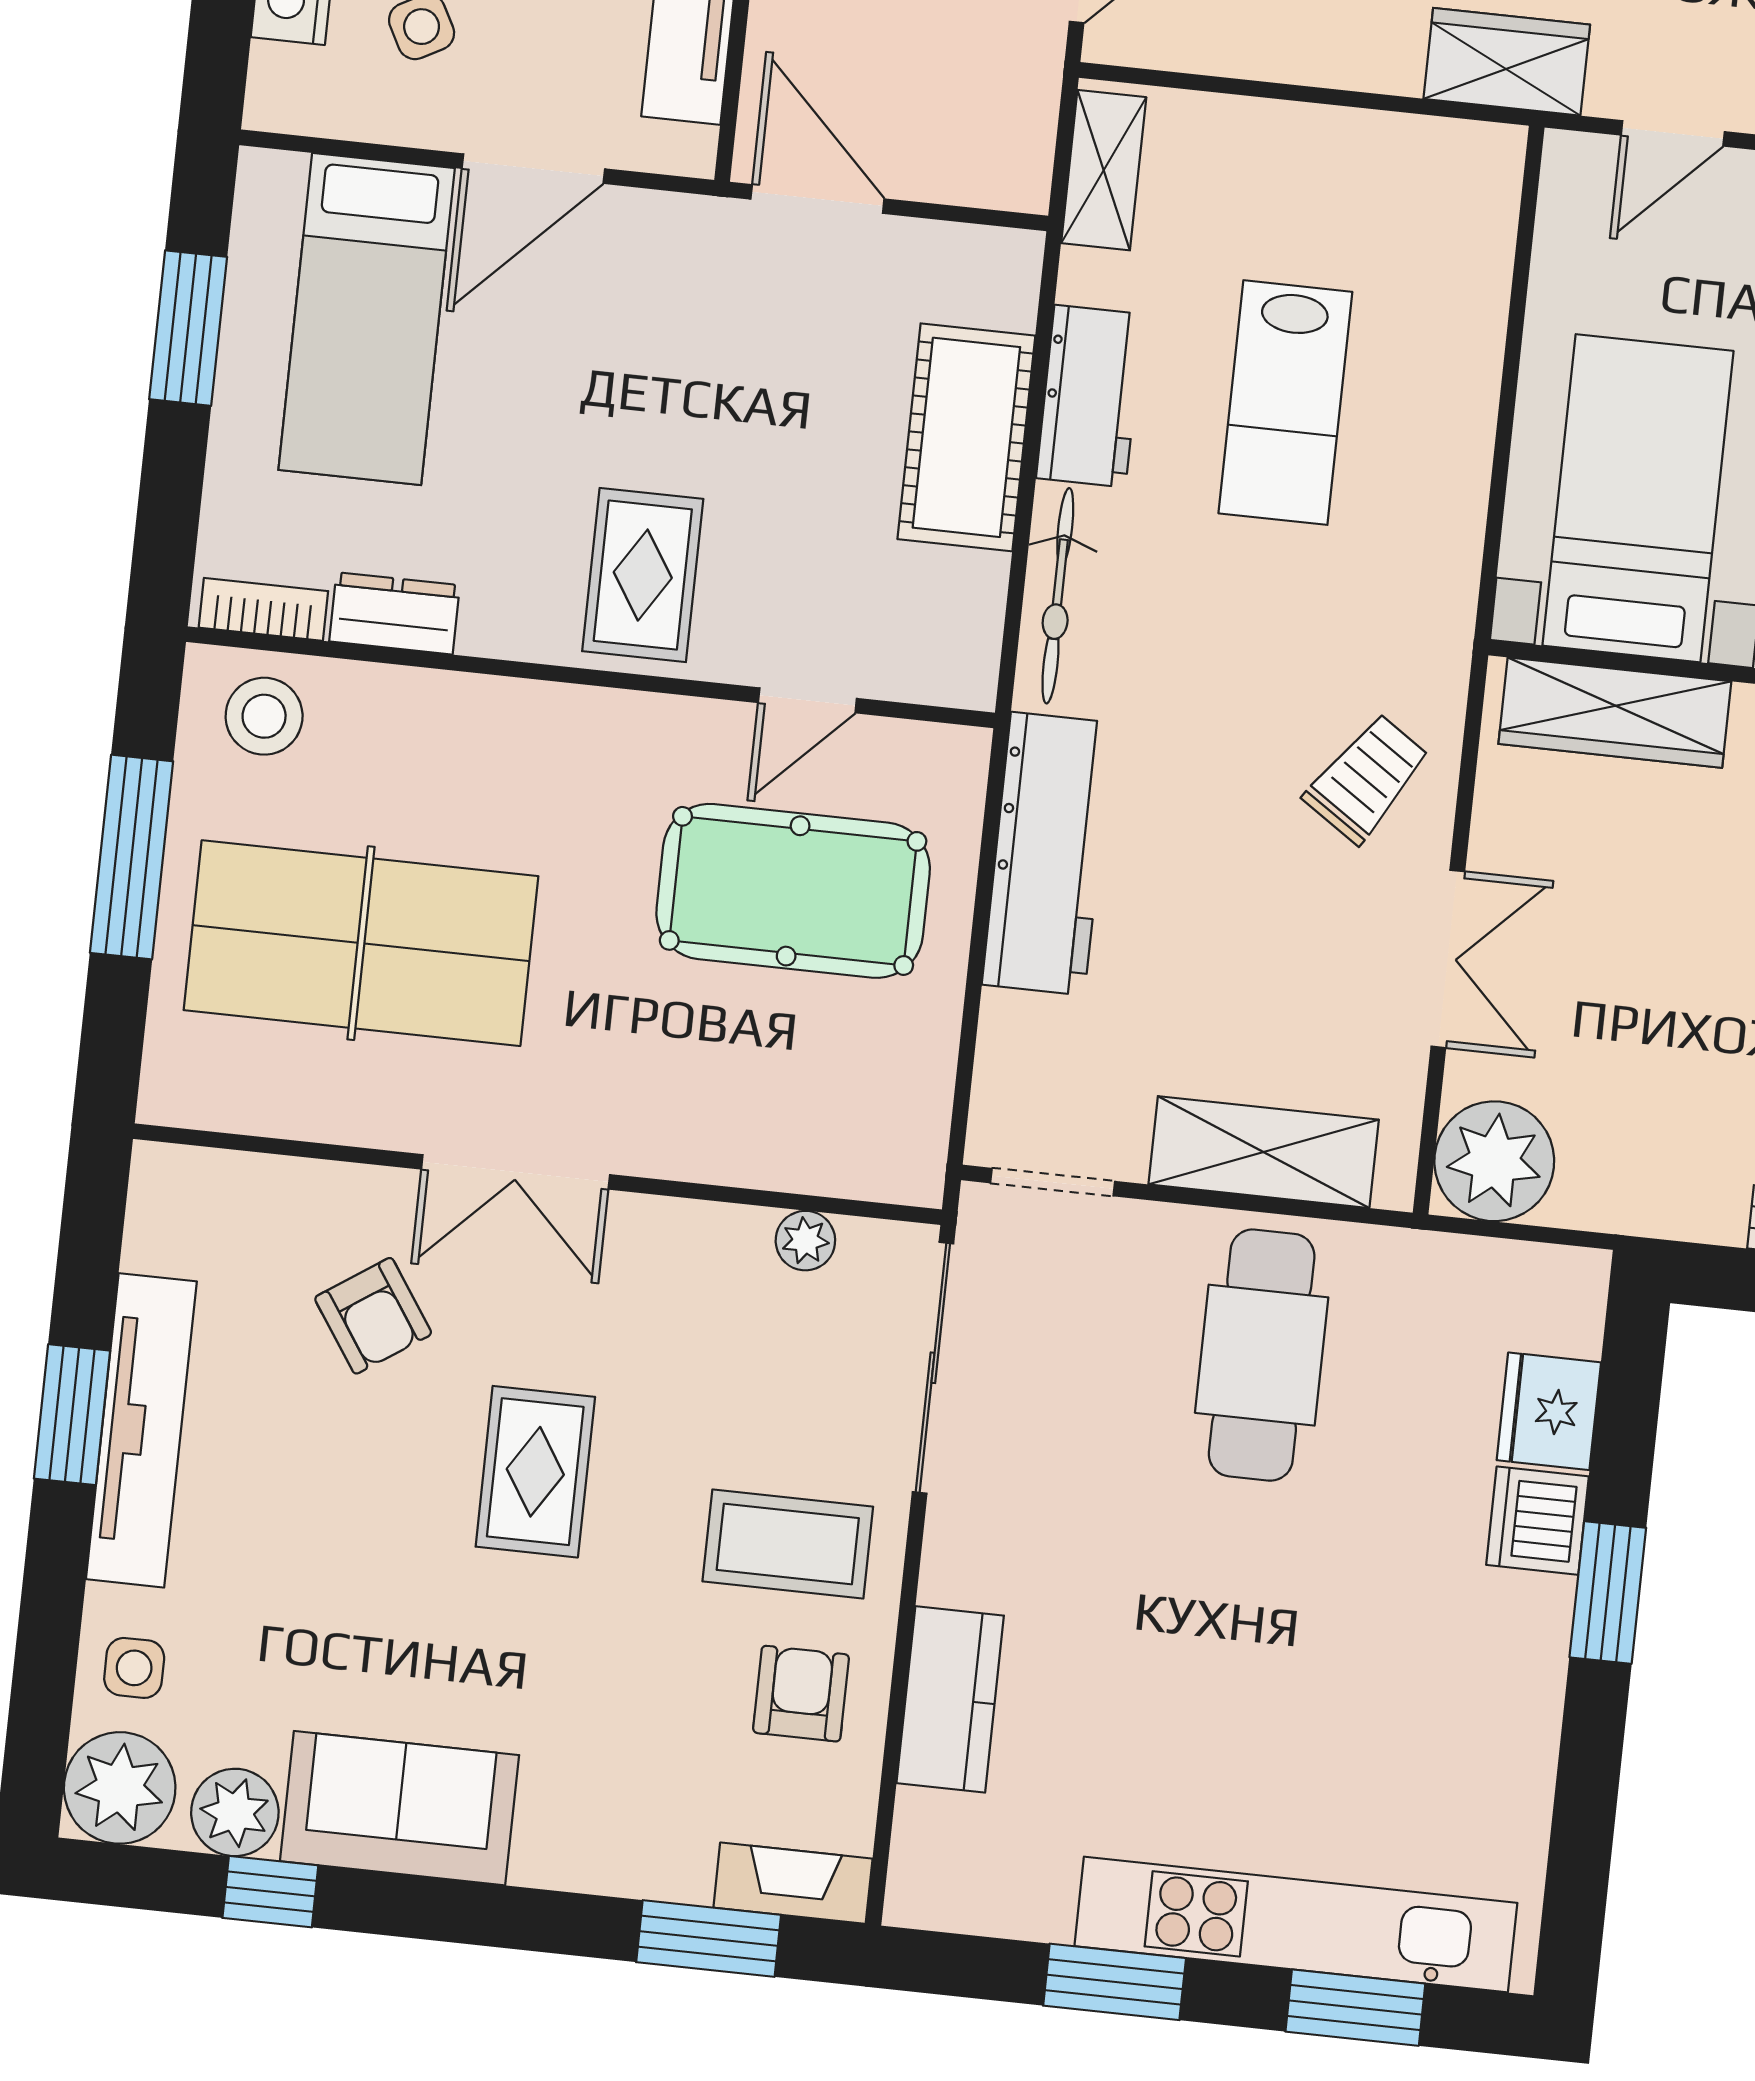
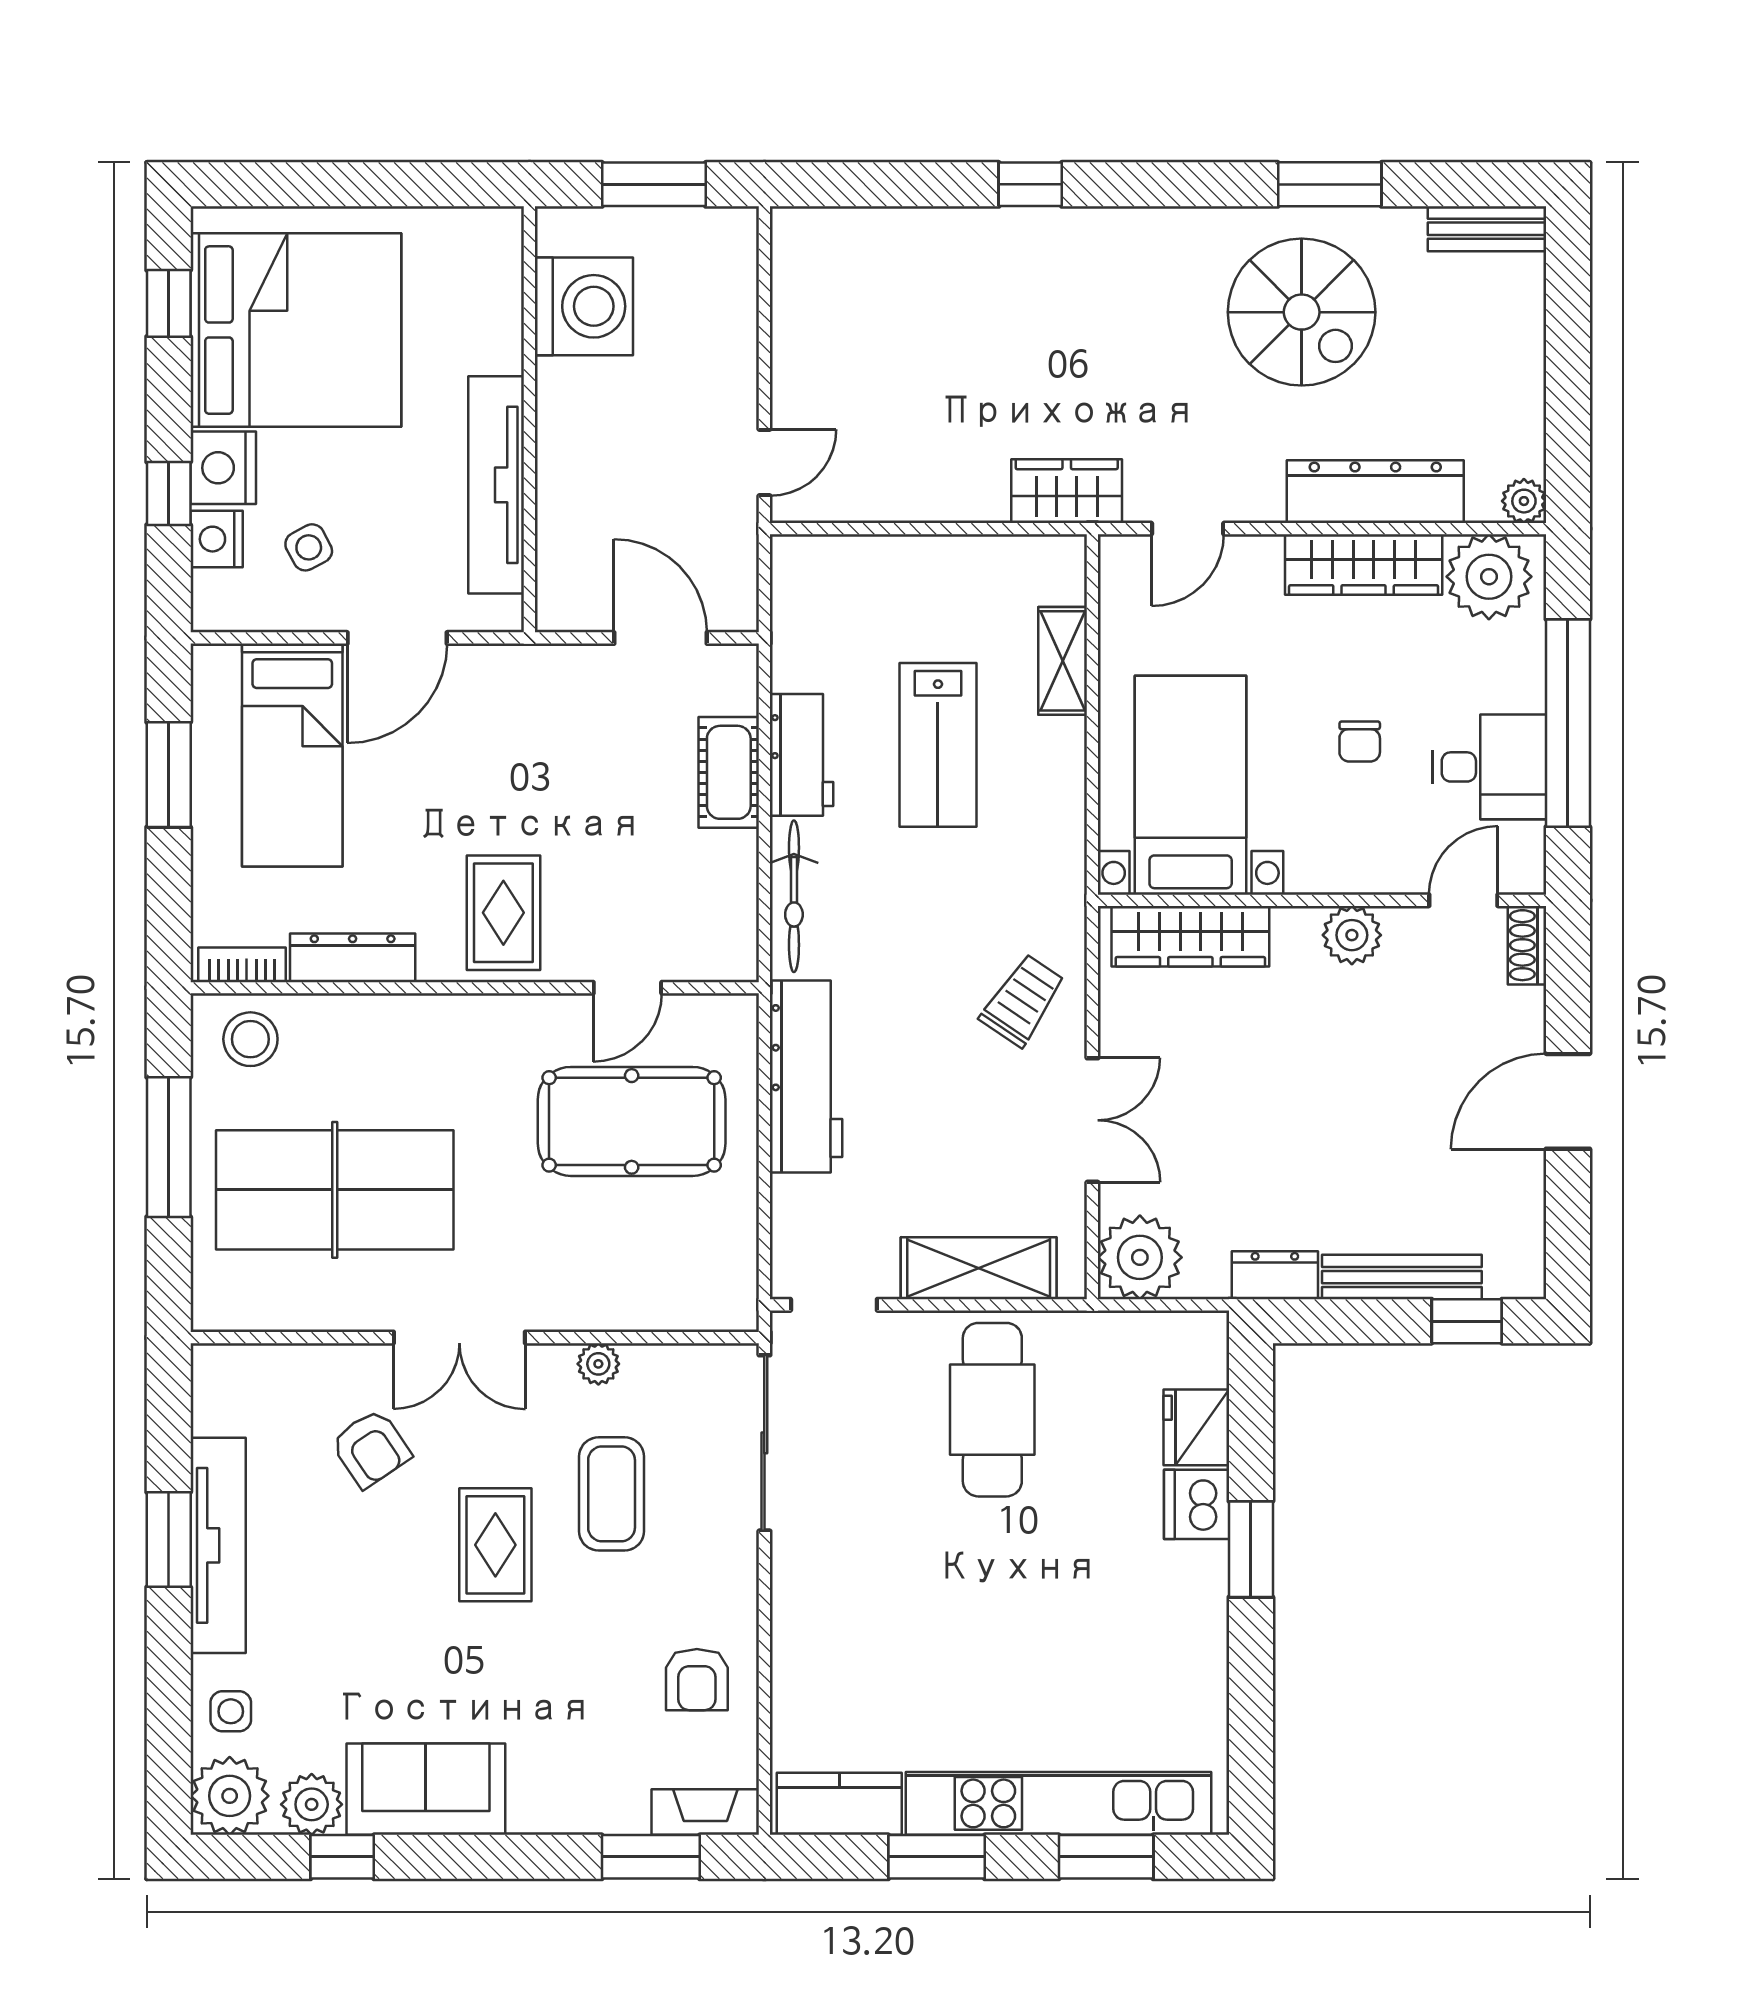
shelving: (1104, 170) -> (1063, 661), moved
door: (817, 199) -> (660, 638), moved
cot: (966, 437) -> (729, 772), width x0.73, depth x0.75
dresser: (395, 613) -> (353, 958), width x1.44
dresser: (1683, 1207) -> (1275, 1275), added
plant: (805, 1241) -> (598, 1364), moved
coffee table: (788, 1544) -> (612, 1494), moved, turned 90
armchair: (801, 1694) -> (697, 1680), turned 180
kitchen counter: (950, 1699) -> (839, 1804), moved, turned -90

